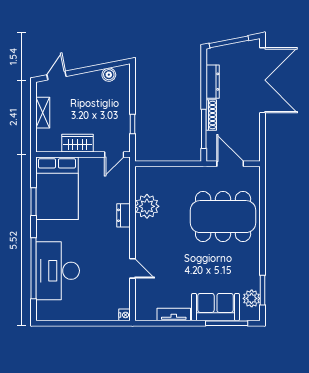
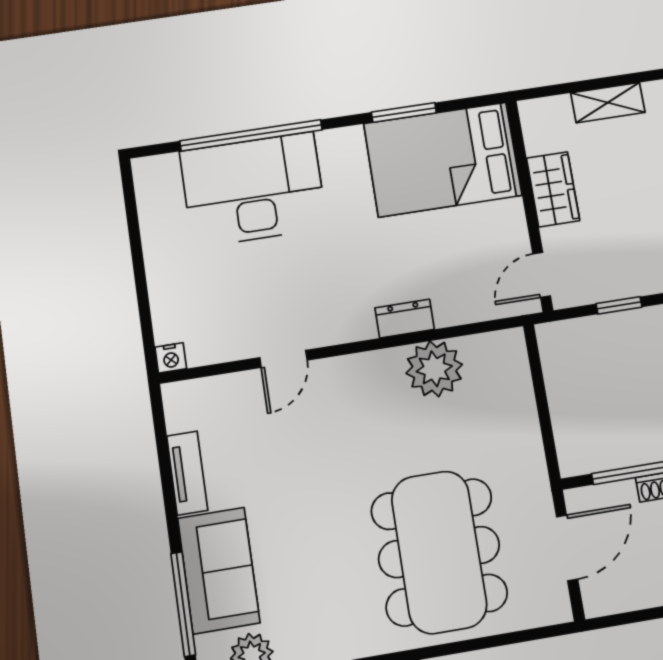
door: (114, 154) -> (542, 275), hinge flipped

